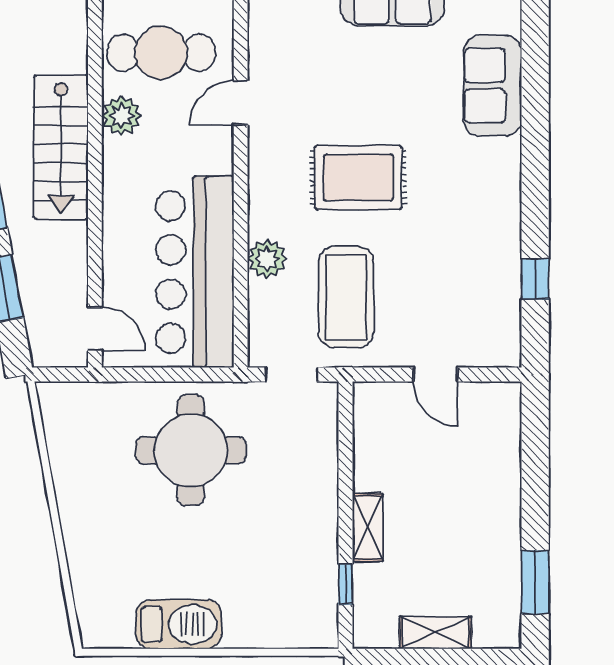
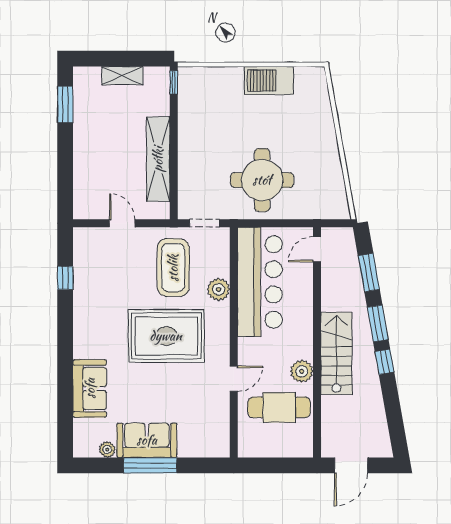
rug: (358, 178) -> (166, 336), width x1.37, depth x1.44
door: (95, 329) -> (317, 249), hinge flipped
shelving: (368, 527) -> (158, 159), width x2.20, depth x1.33
window: (346, 584) -> (174, 82), moved

